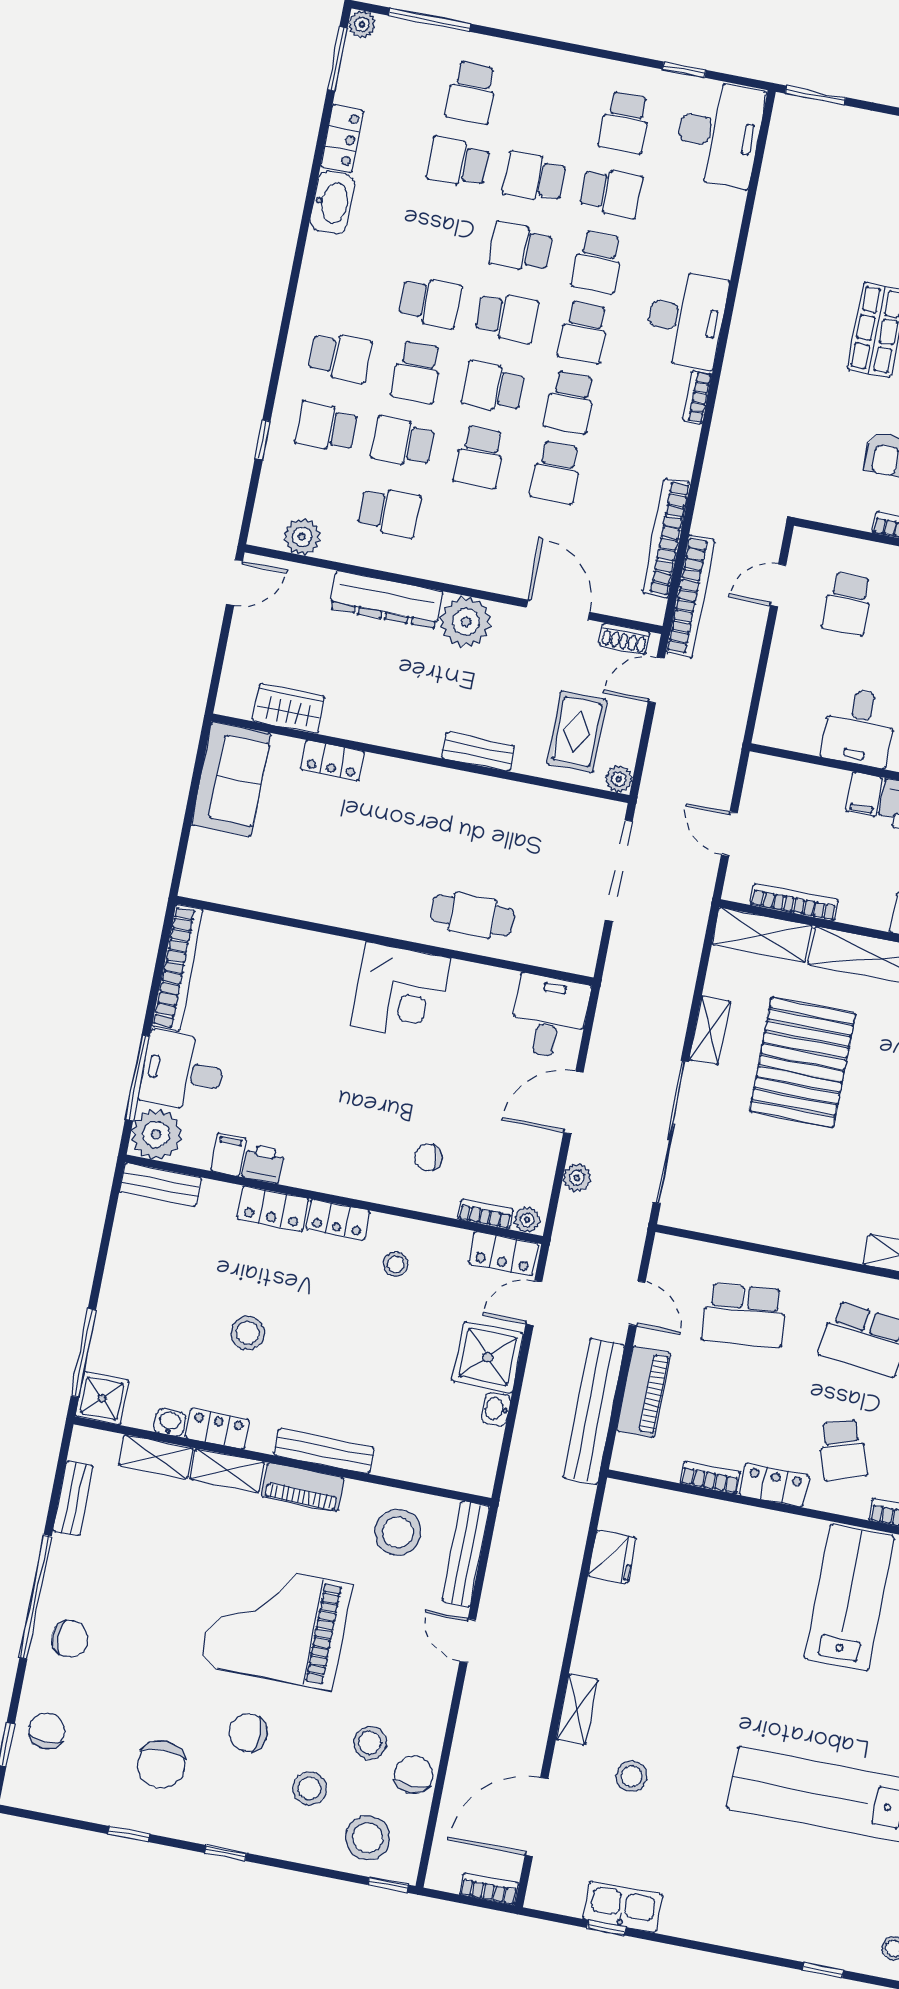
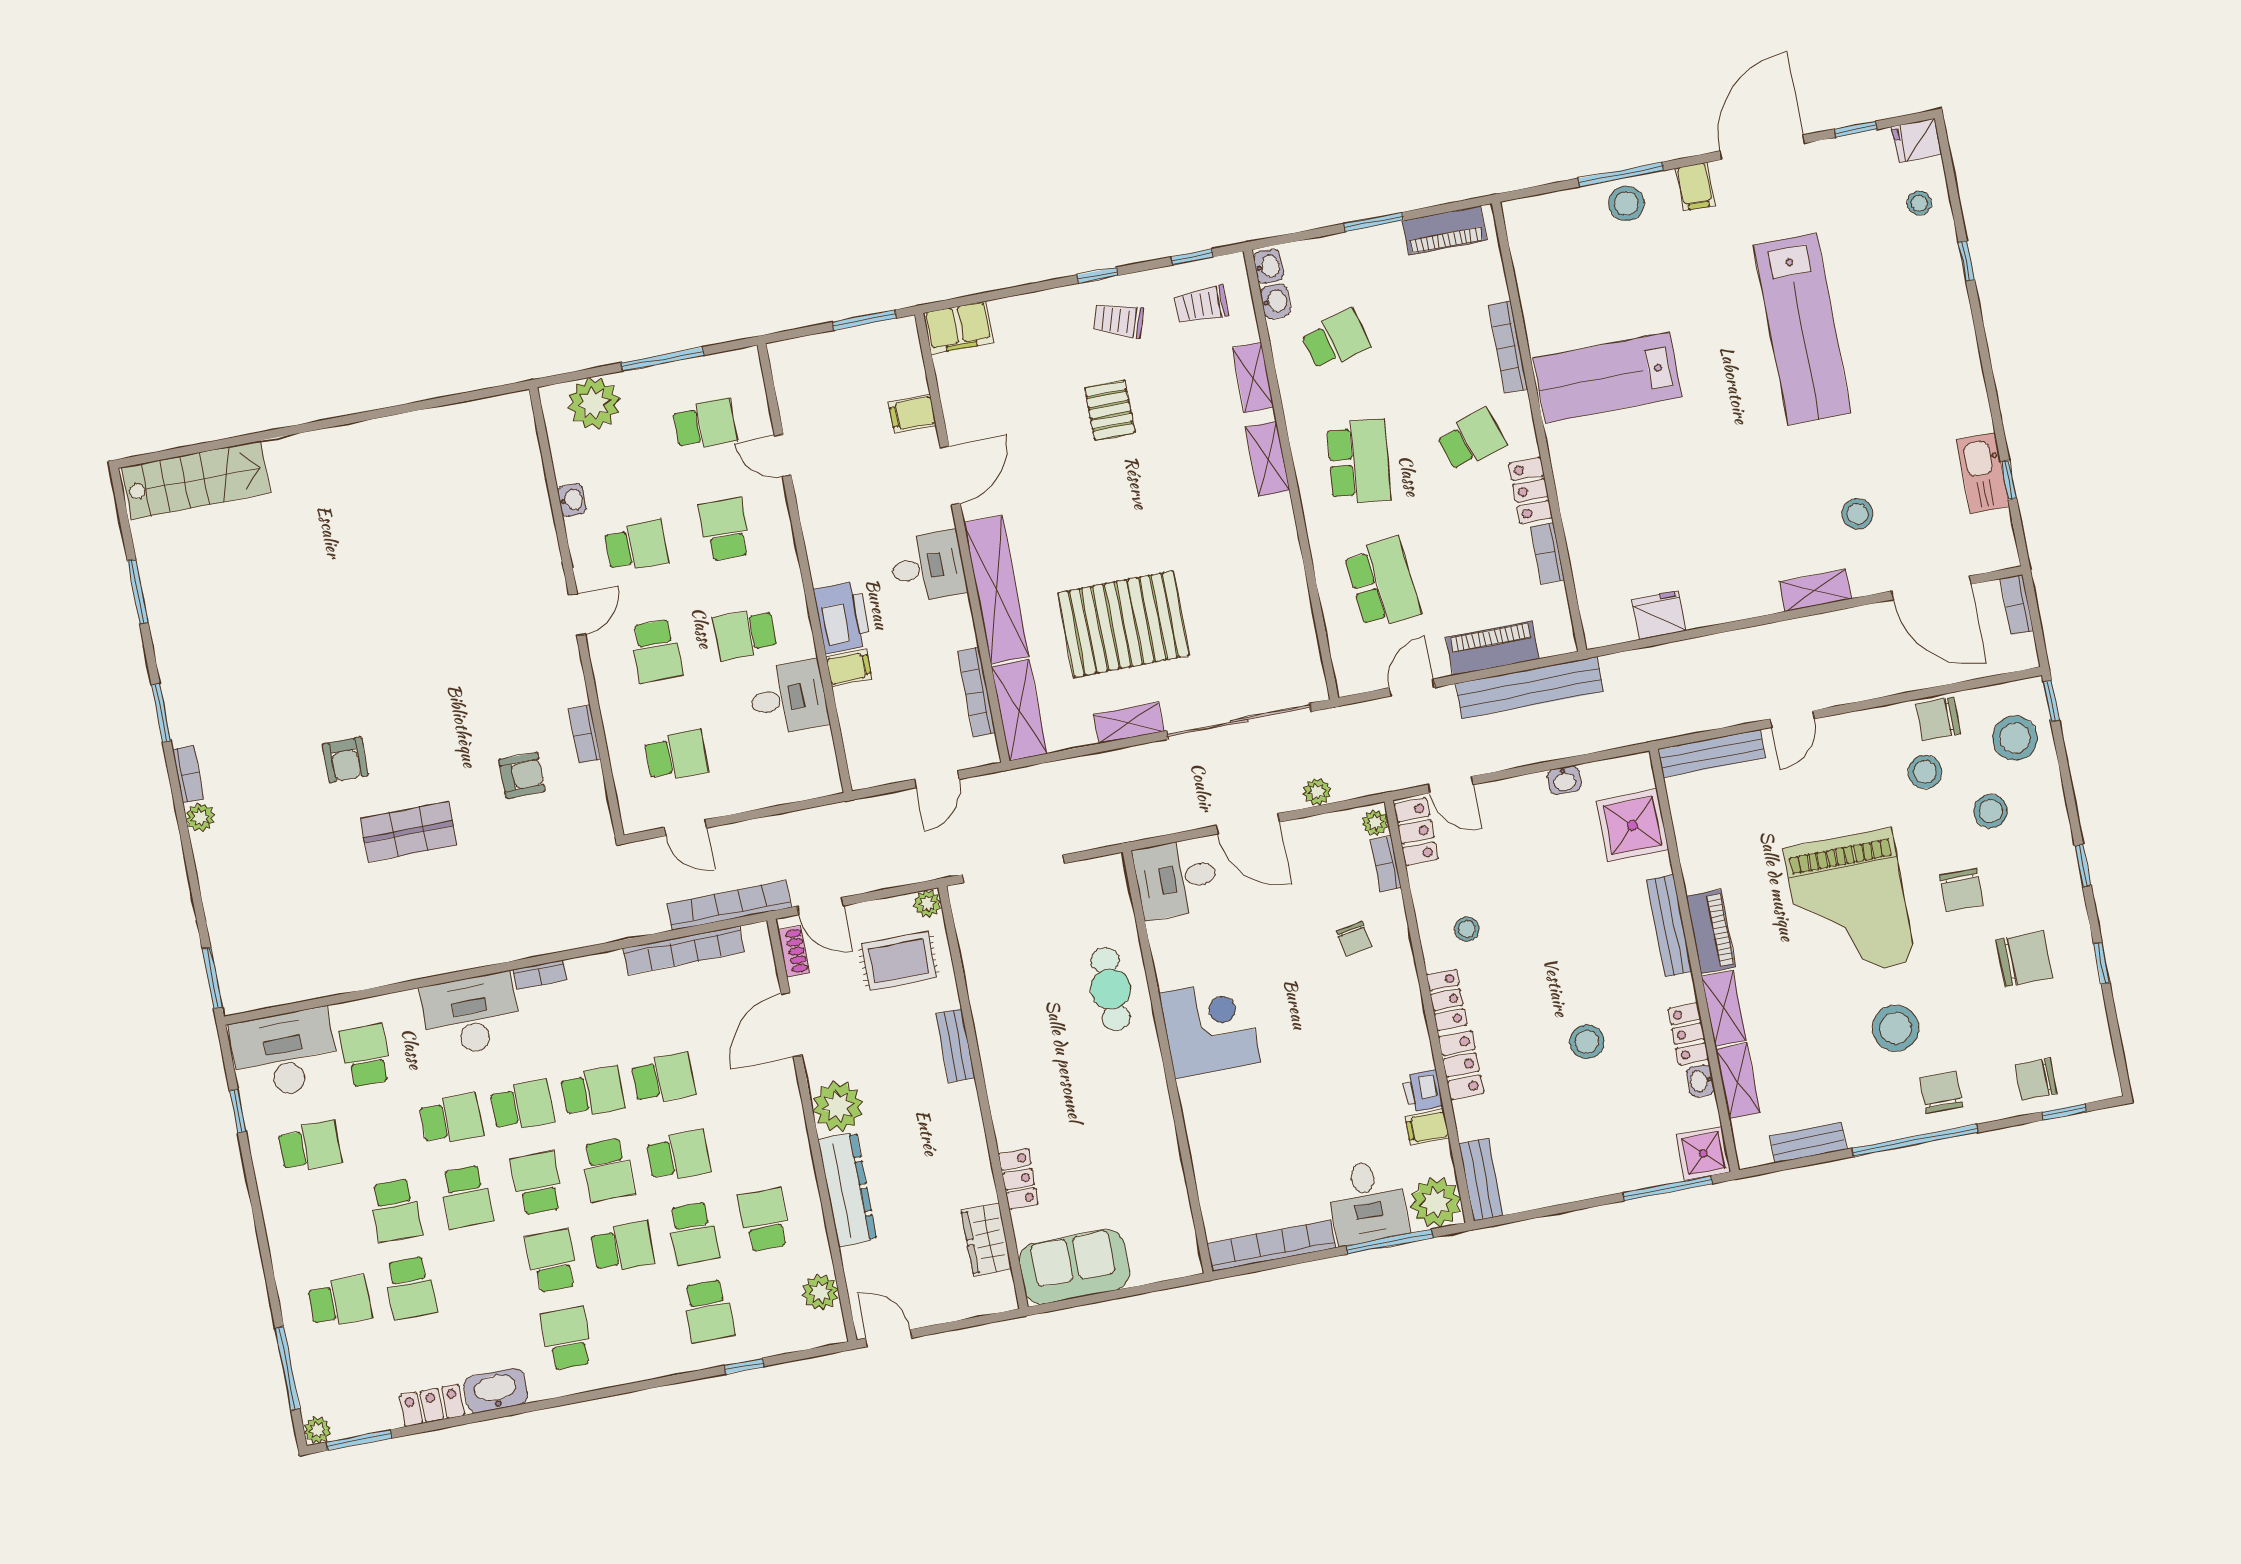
school desk: (611, 192) -> (366, 1055), moved
school desk: (340, 357) -> (567, 1338), moved
shower: (488, 1357) -> (1632, 825), moved
stool: (398, 1532) -> (1896, 1028), moved

